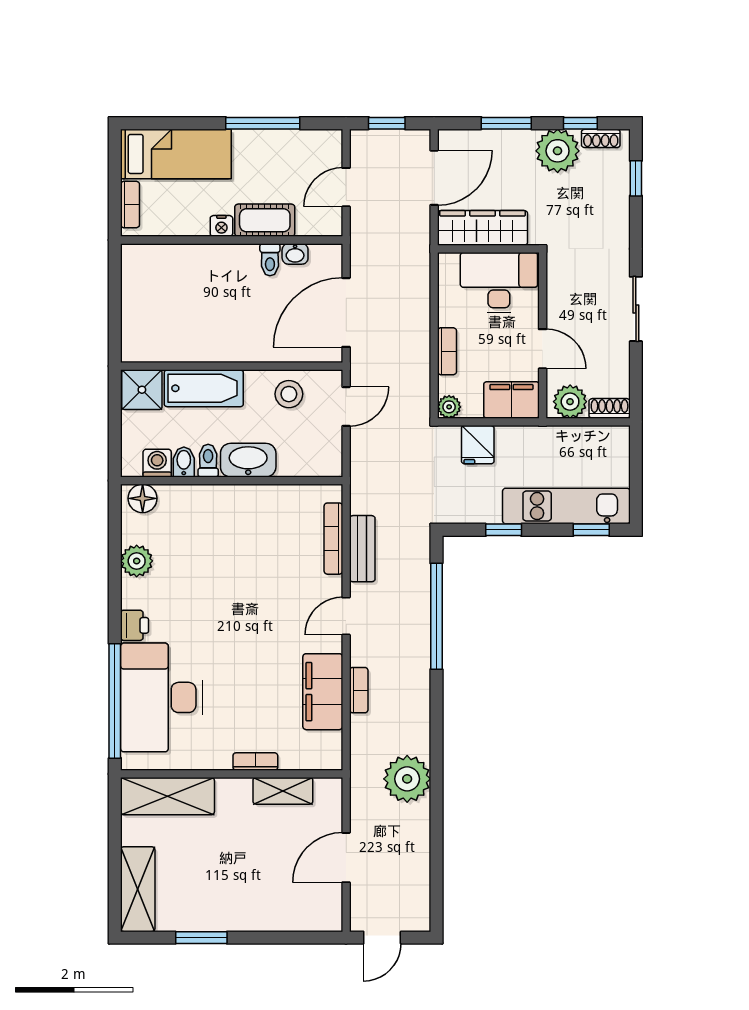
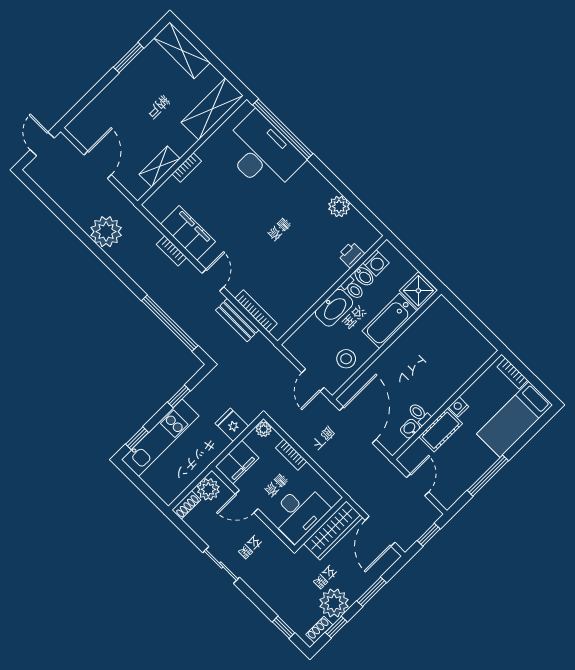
floor lamp: (143, 498) -> (366, 239), removed
printer: (135, 625) -> (351, 255), moved, turned 90

